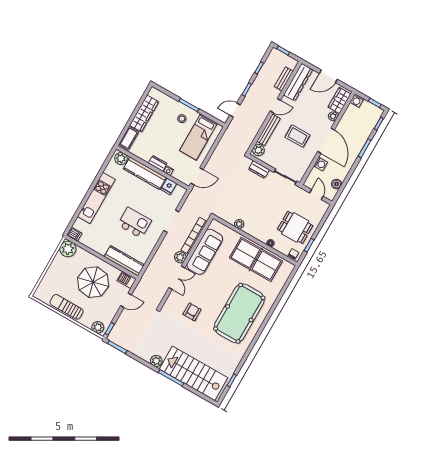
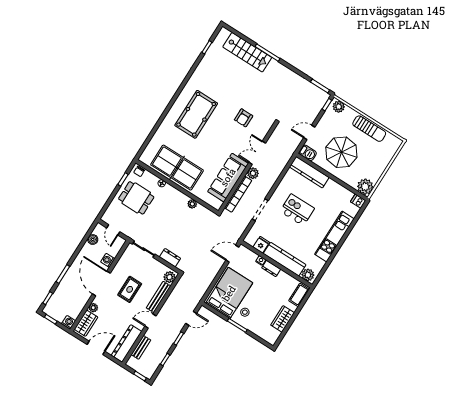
wardrobe: (144, 114) -> (283, 319), width x0.67
rug: (298, 136) -> (130, 289), turned 90
bed: (198, 137) -> (229, 293), width x1.50
kitchen island: (134, 223) -> (297, 210), turned 180
pool table: (239, 313) -> (196, 114), width x0.73, depth x0.76
plant: (156, 361) -> (282, 70), removed
stairs: (193, 373) -> (247, 52), width x0.73, depth x0.66

